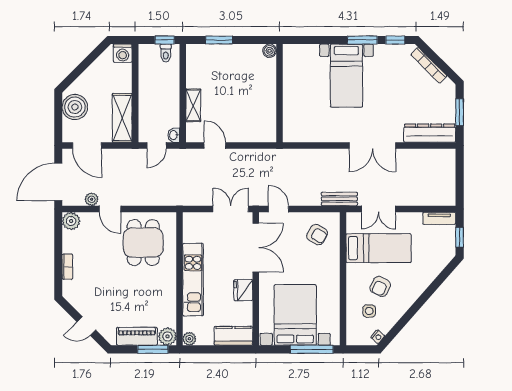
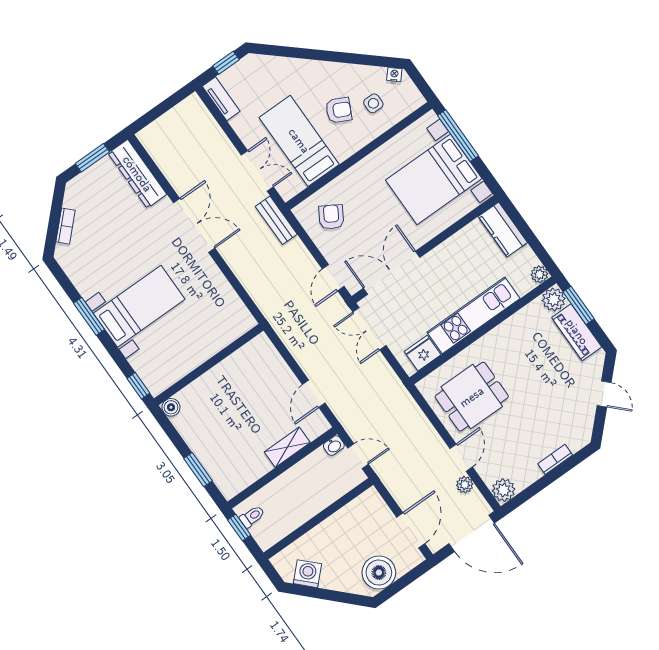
window: (395, 40) -> (138, 386), moved
washing machine: (123, 53) -> (307, 574), moved, turned -45
bookcase: (429, 65) -> (66, 226), width x0.64
shelving: (122, 118) -> (355, 514), removed
fridge: (243, 290) -> (423, 353), moved, turned 180

